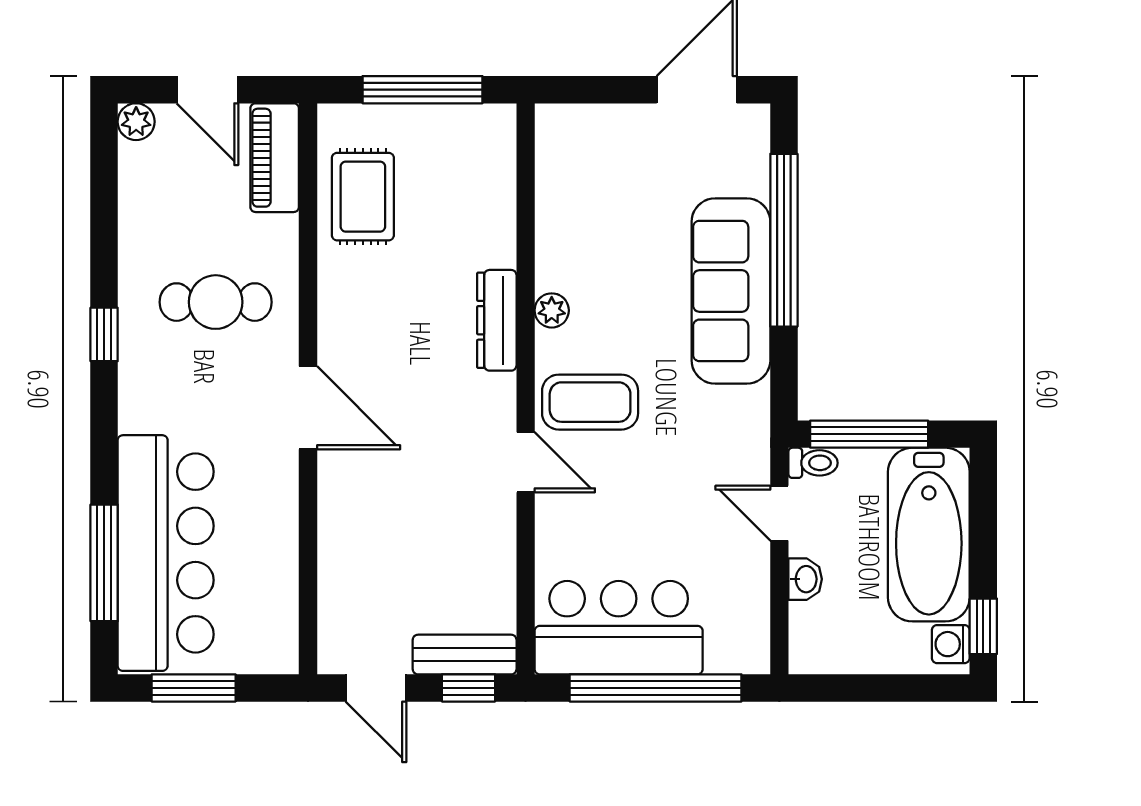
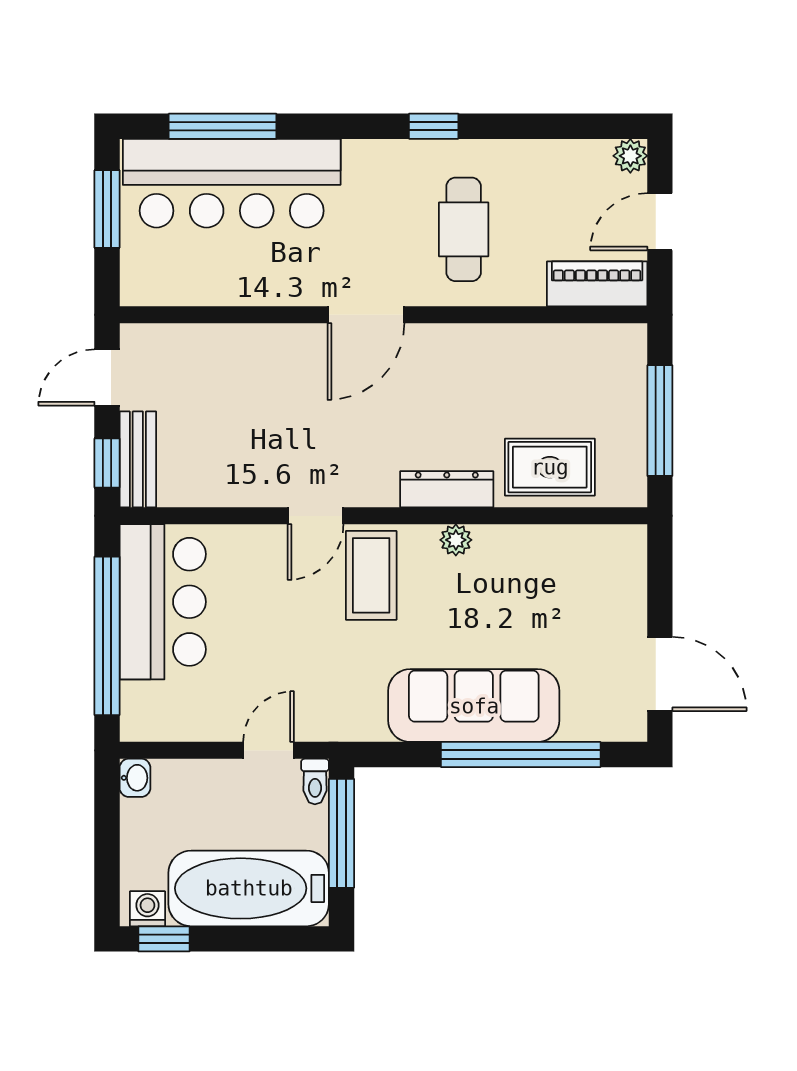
rug: (363, 197) -> (550, 467), moved
washbasin: (805, 579) -> (135, 778), moved, turned -90

